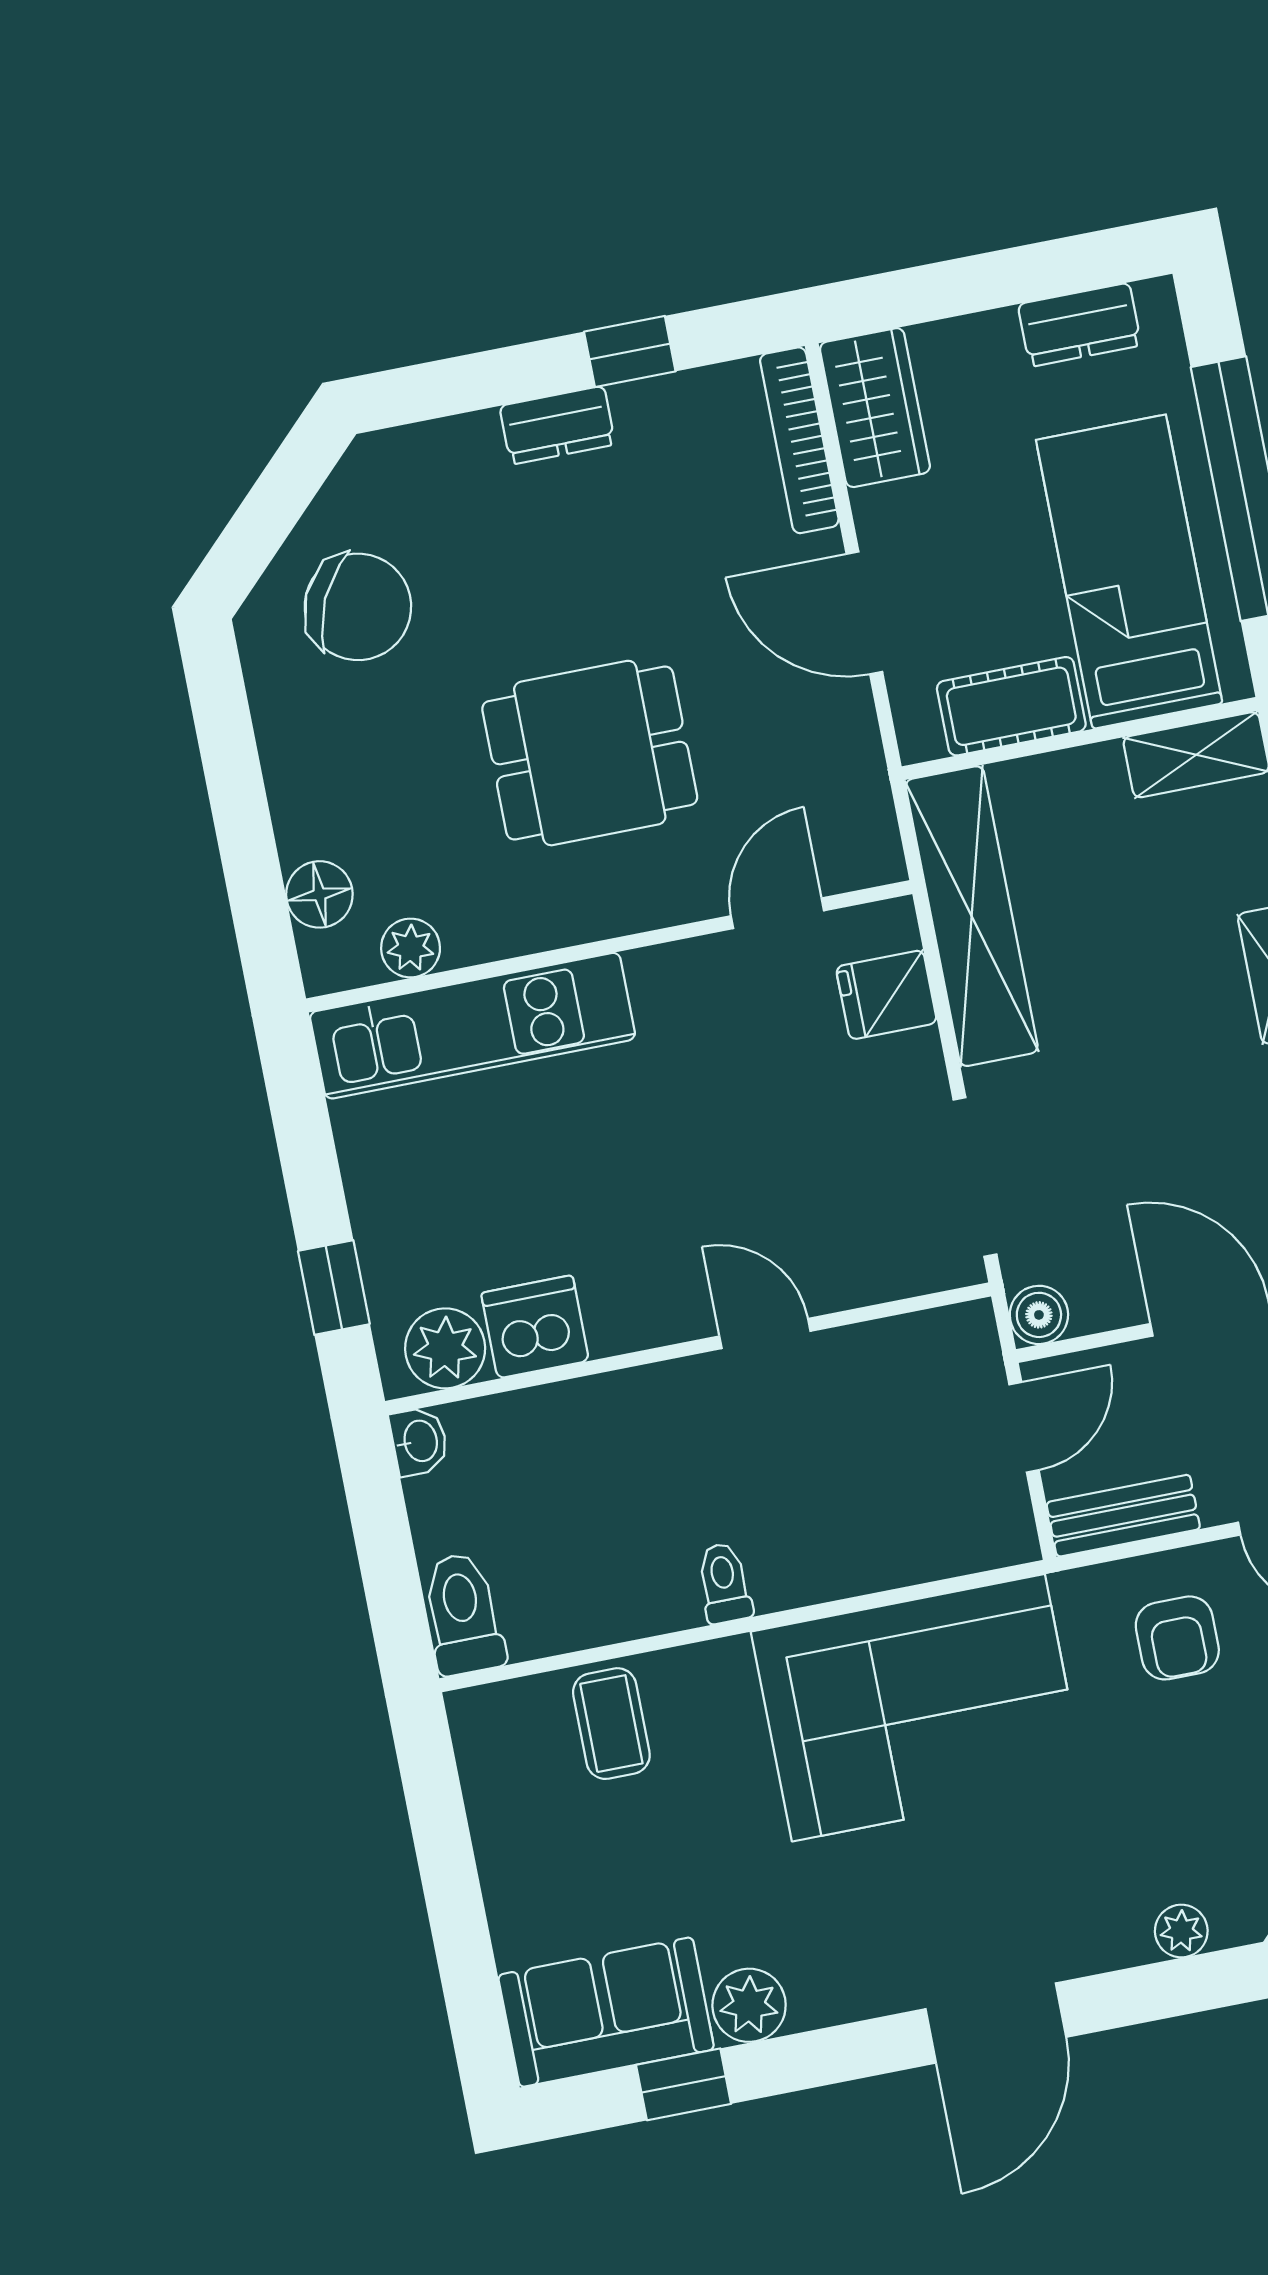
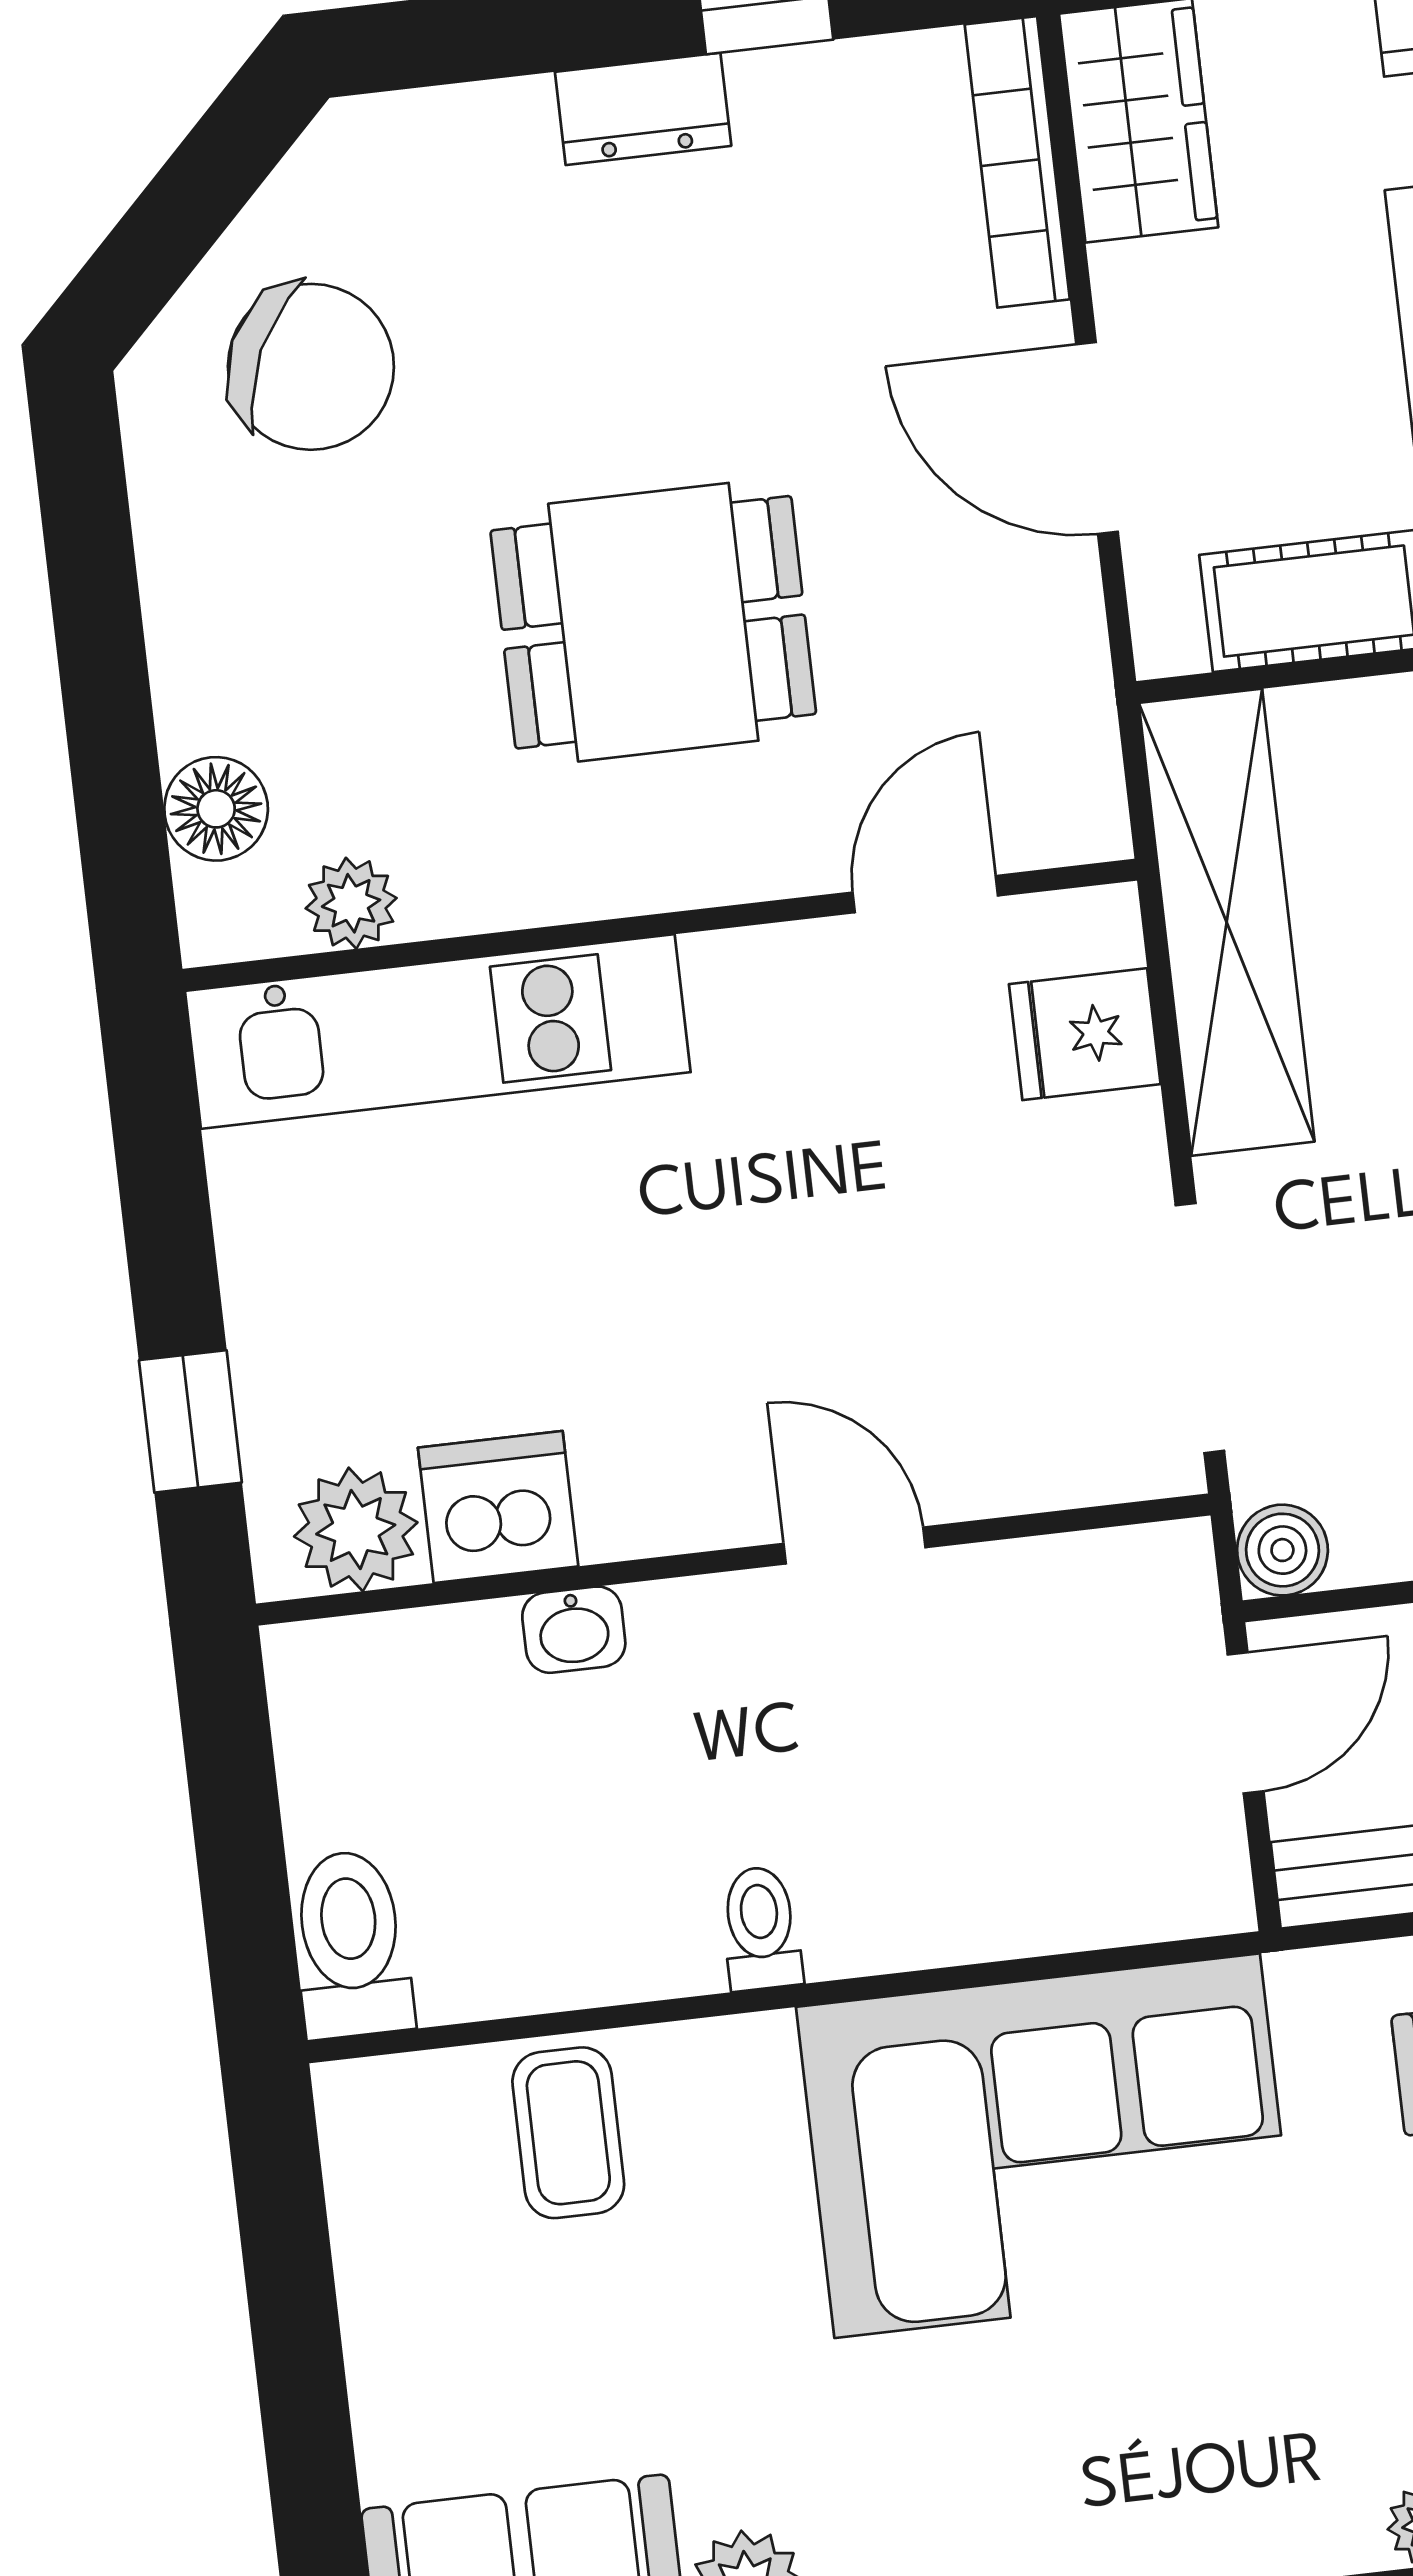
washbasin: (419, 1441) -> (574, 1630), moved, turned 90

